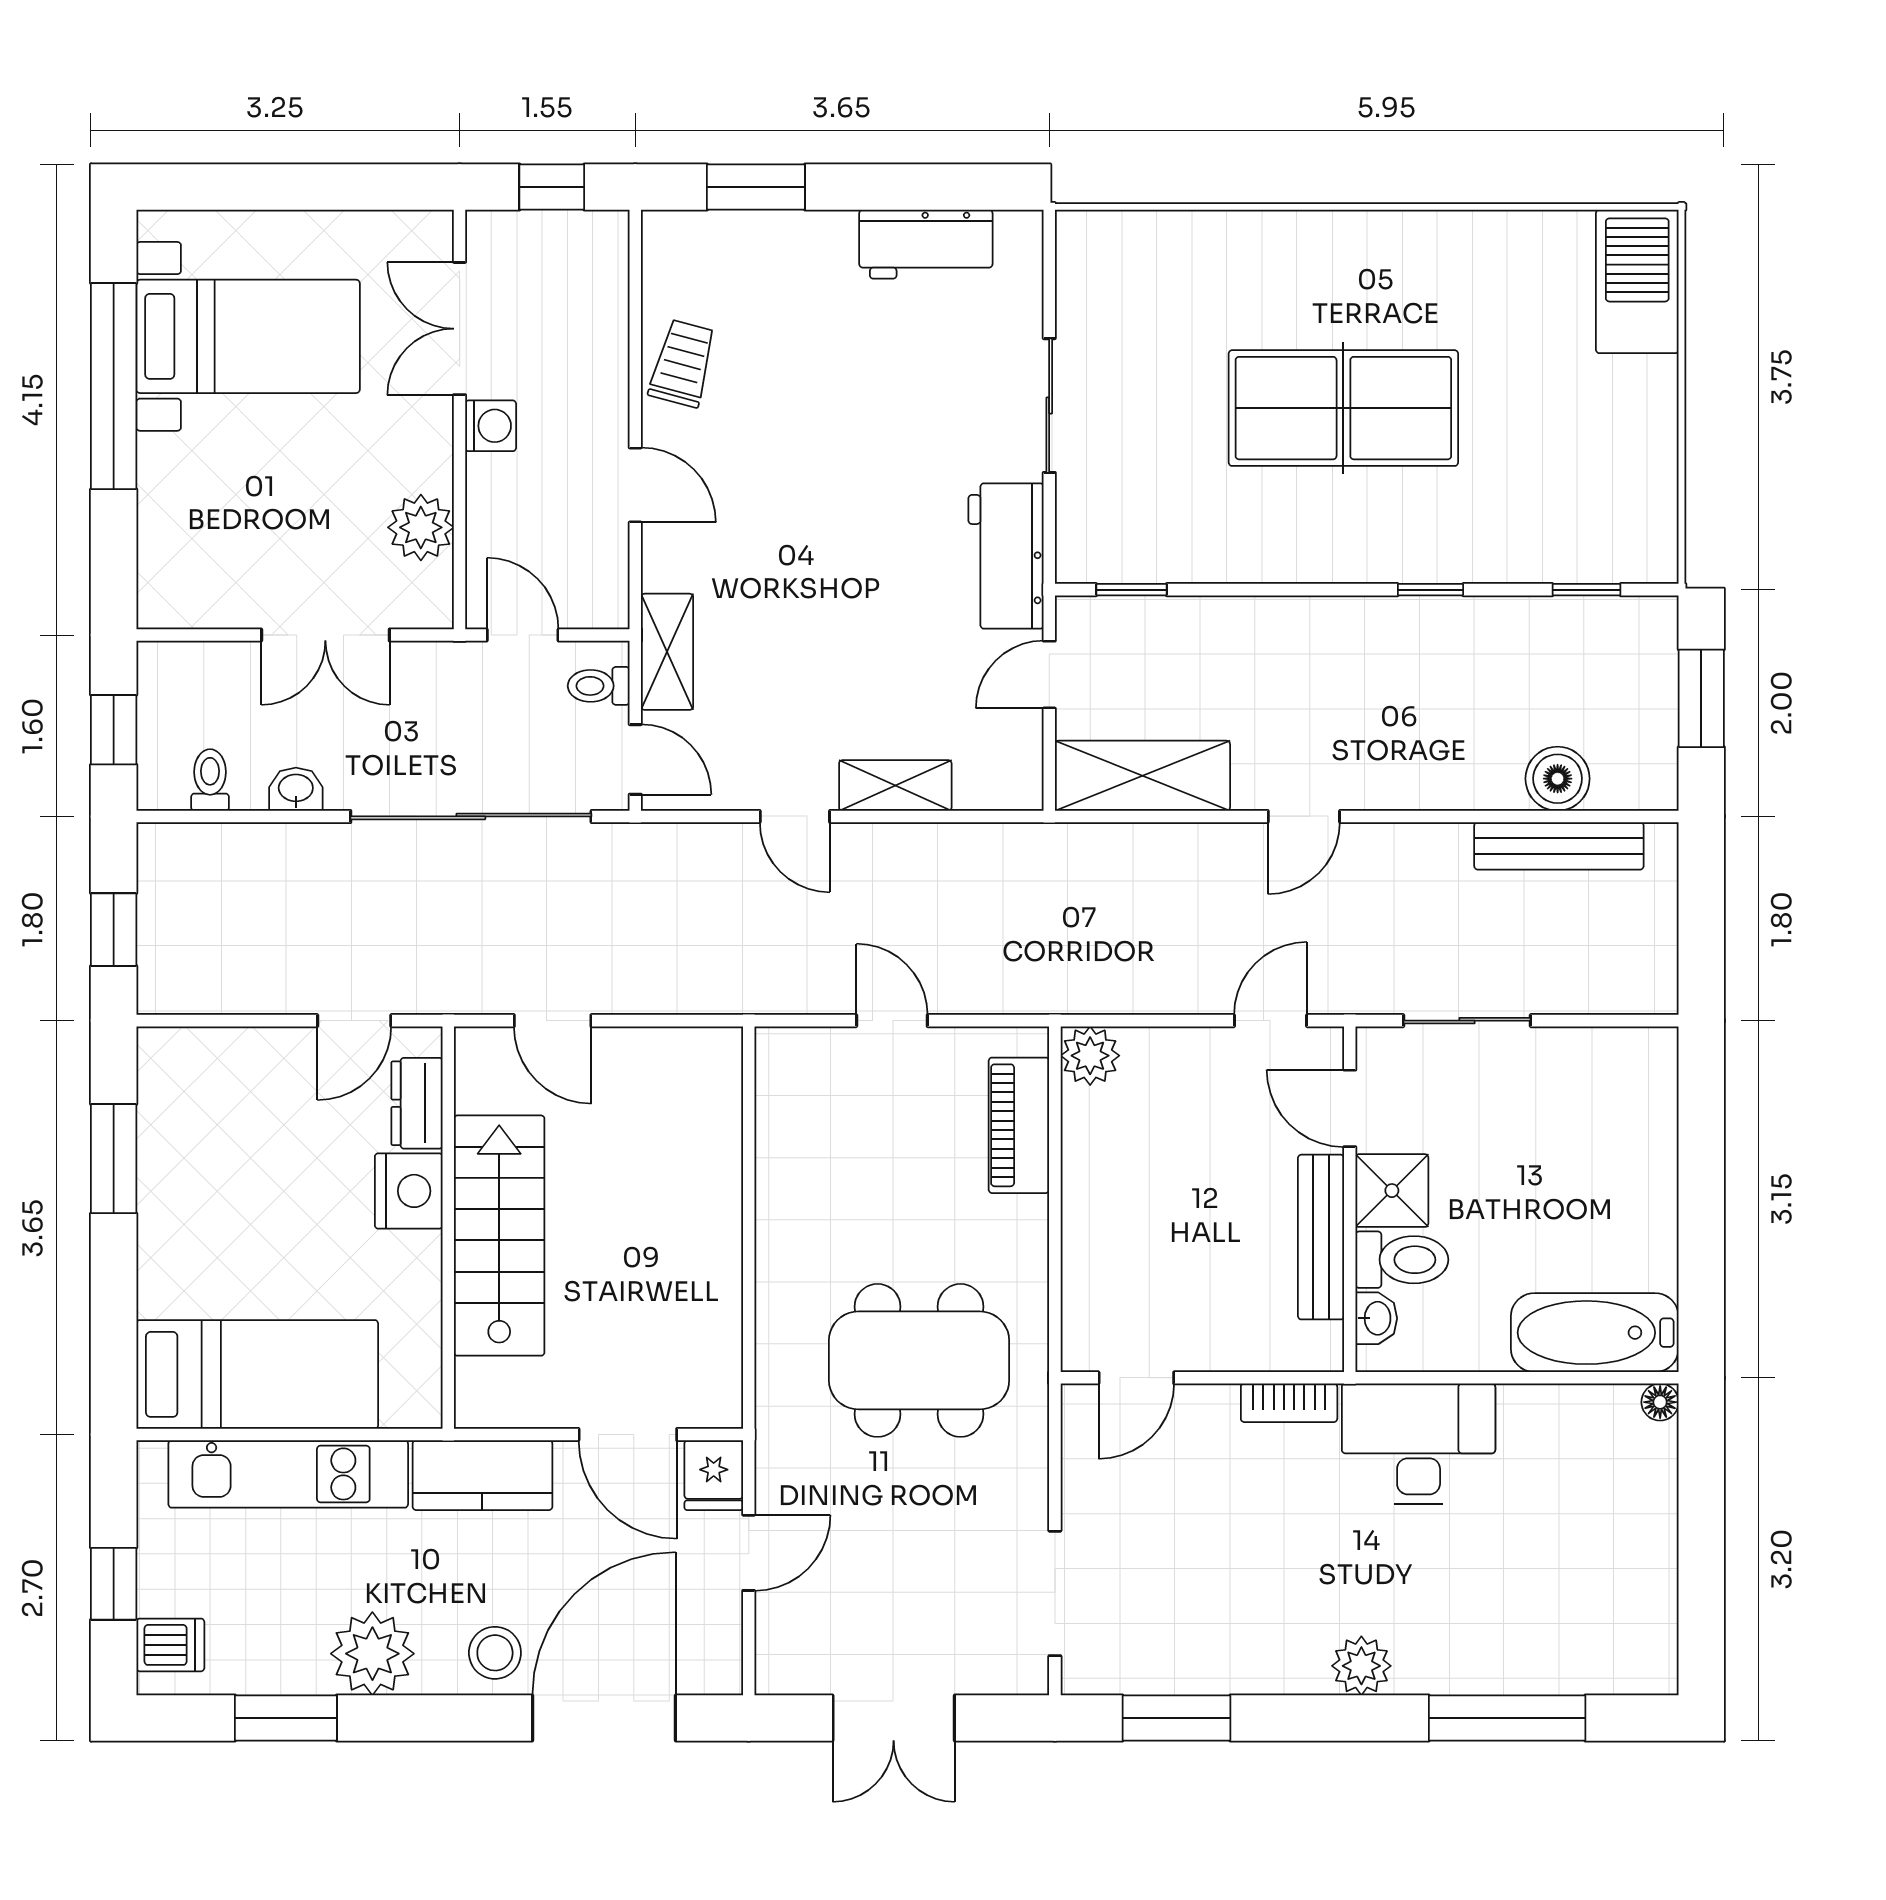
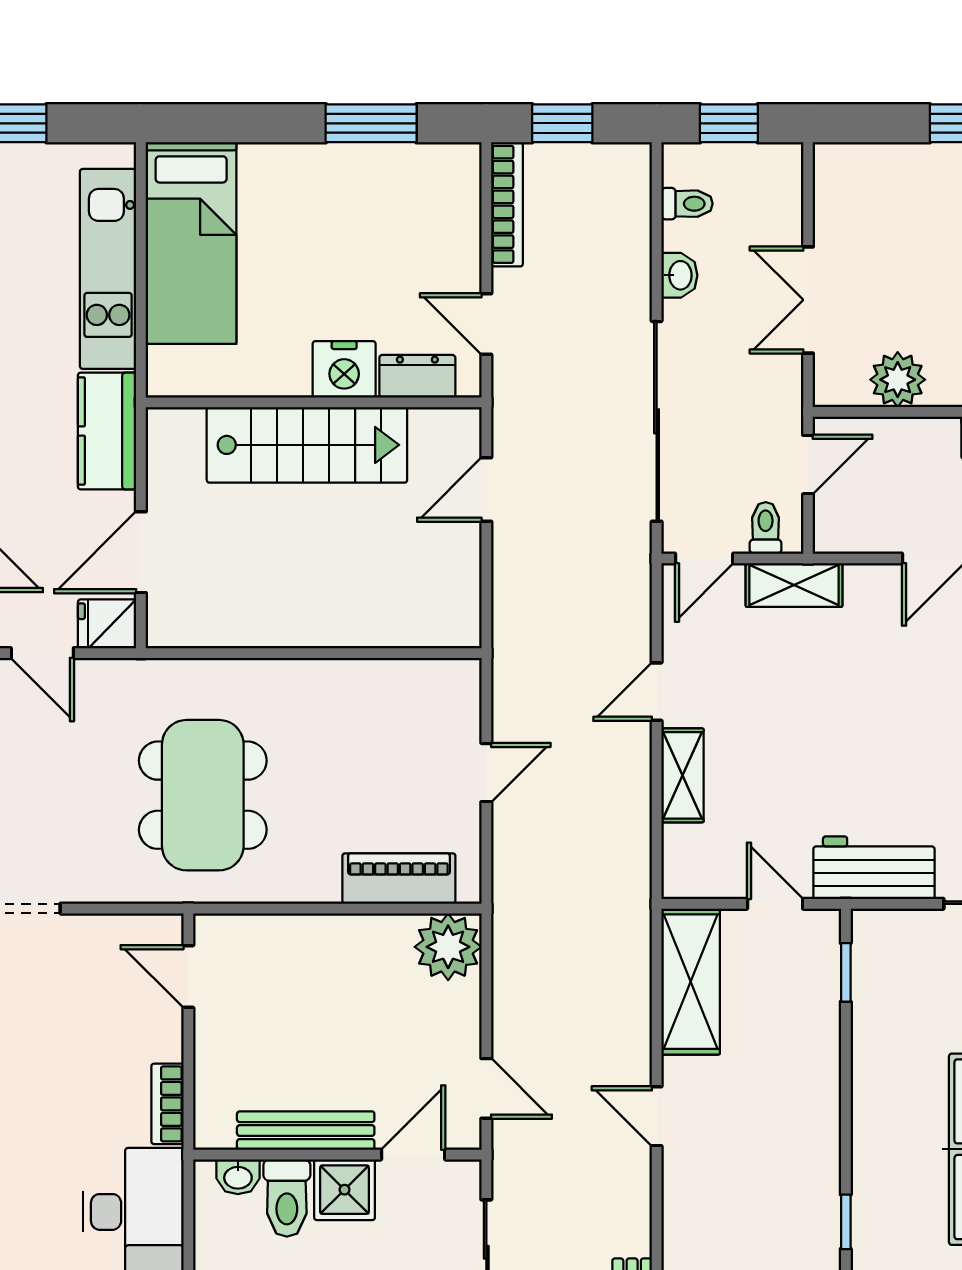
bookcase: (211, 996) -> (507, 204), added
plant: (1090, 1056) -> (448, 947), width x1.36, depth x1.36

